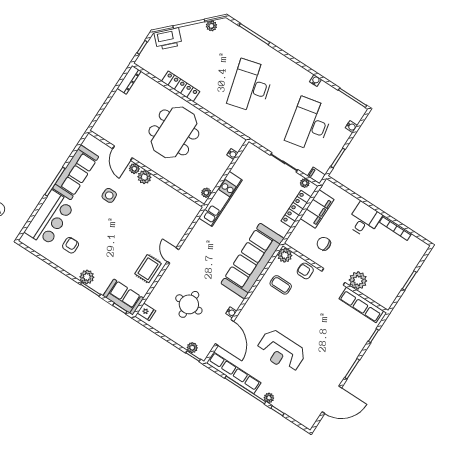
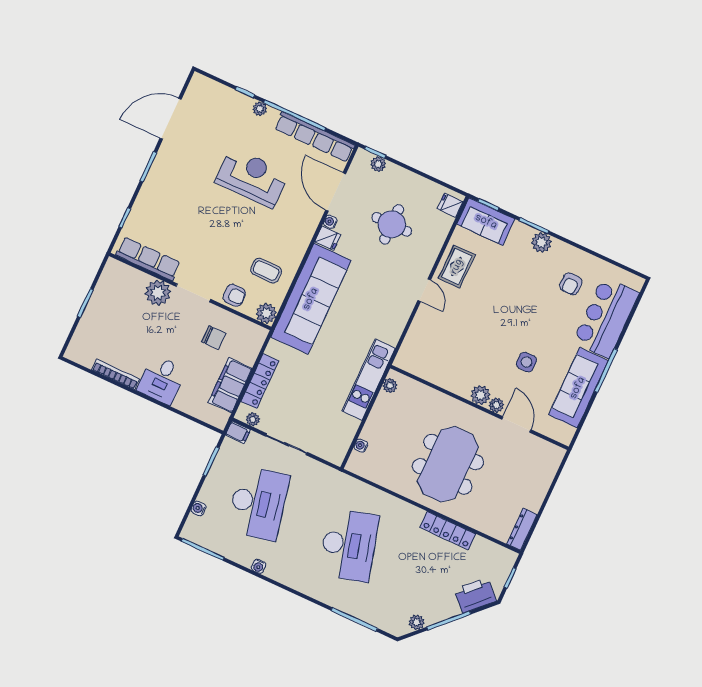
fridge: (235, 301) -> (328, 238), added

